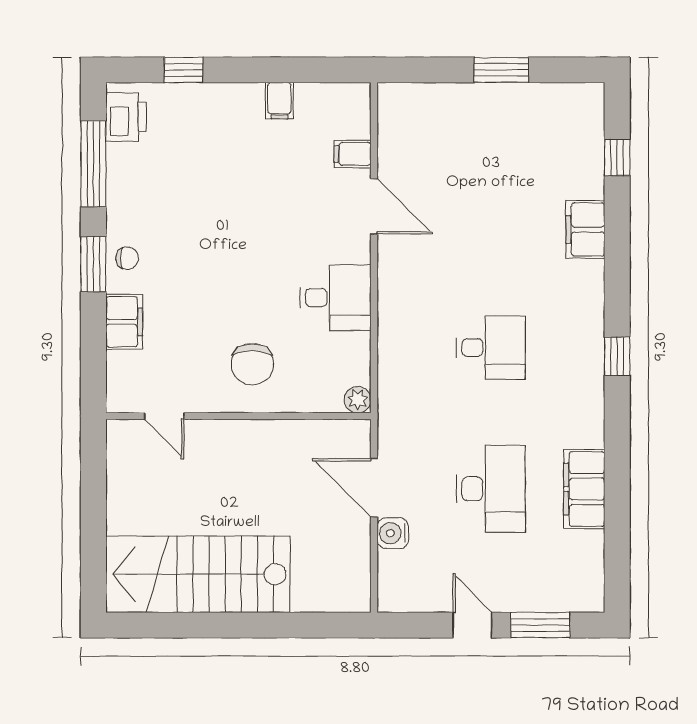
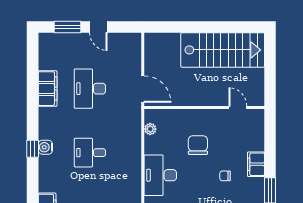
chair: (127, 258) -> (225, 176), moved
desk: (335, 298) -> (160, 175), width x1.37
door: (164, 416) -> (238, 107), moved
wall: (238, 416) -> (204, 107), moved
water cooler: (393, 533) -> (45, 147), moved, turned 180

